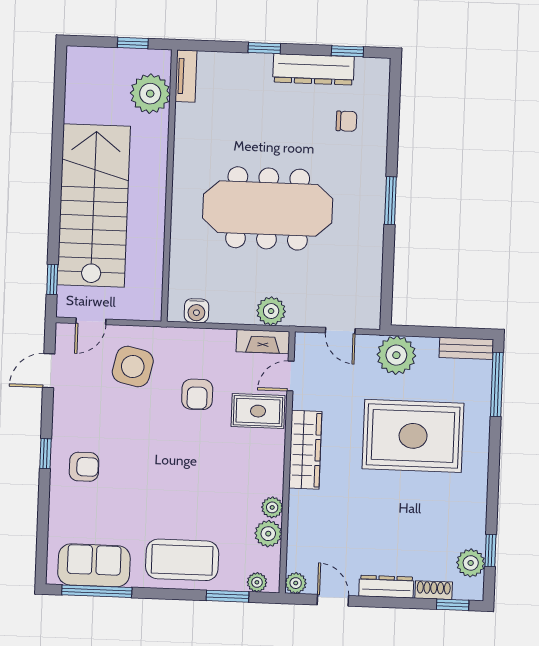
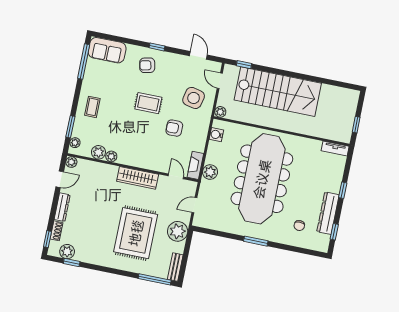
plant: (150, 94) -> (220, 112), moved, width x0.53, depth x0.53
meeting table: (268, 208) -> (262, 179), width x1.36, depth x1.27
rug: (258, 411) -> (148, 103), moved, turned 90
armchair: (84, 467) -> (147, 65), turned 77
coffee table: (182, 560) -> (92, 107), width x0.54, depth x0.58
sofa: (94, 565) -> (107, 50), moved, turned 90

